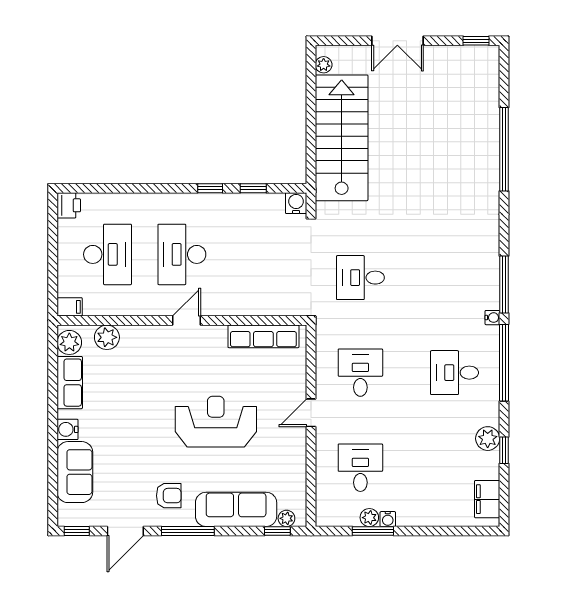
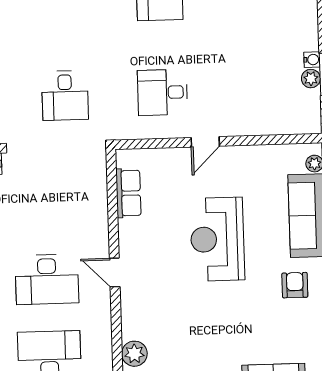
row of seats: (263, 336) -> (128, 193), width x0.68
door: (311, 413) -> (205, 142), hinge flipped
desk: (360, 468) -> (260, 89), removed

